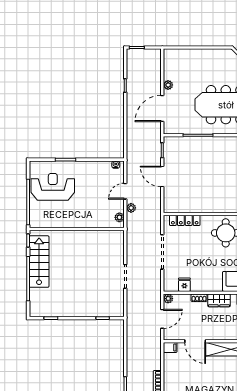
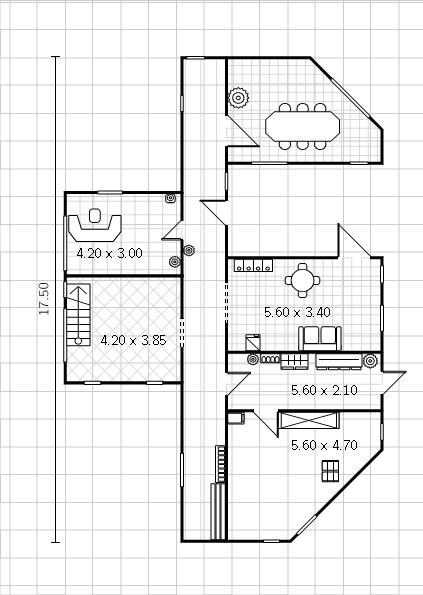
plant: (168, 85) -> (238, 98), width x1.87, depth x1.87
door: (162, 109) -> (226, 131), swing flipped
plant: (168, 299) -> (253, 359), moved

